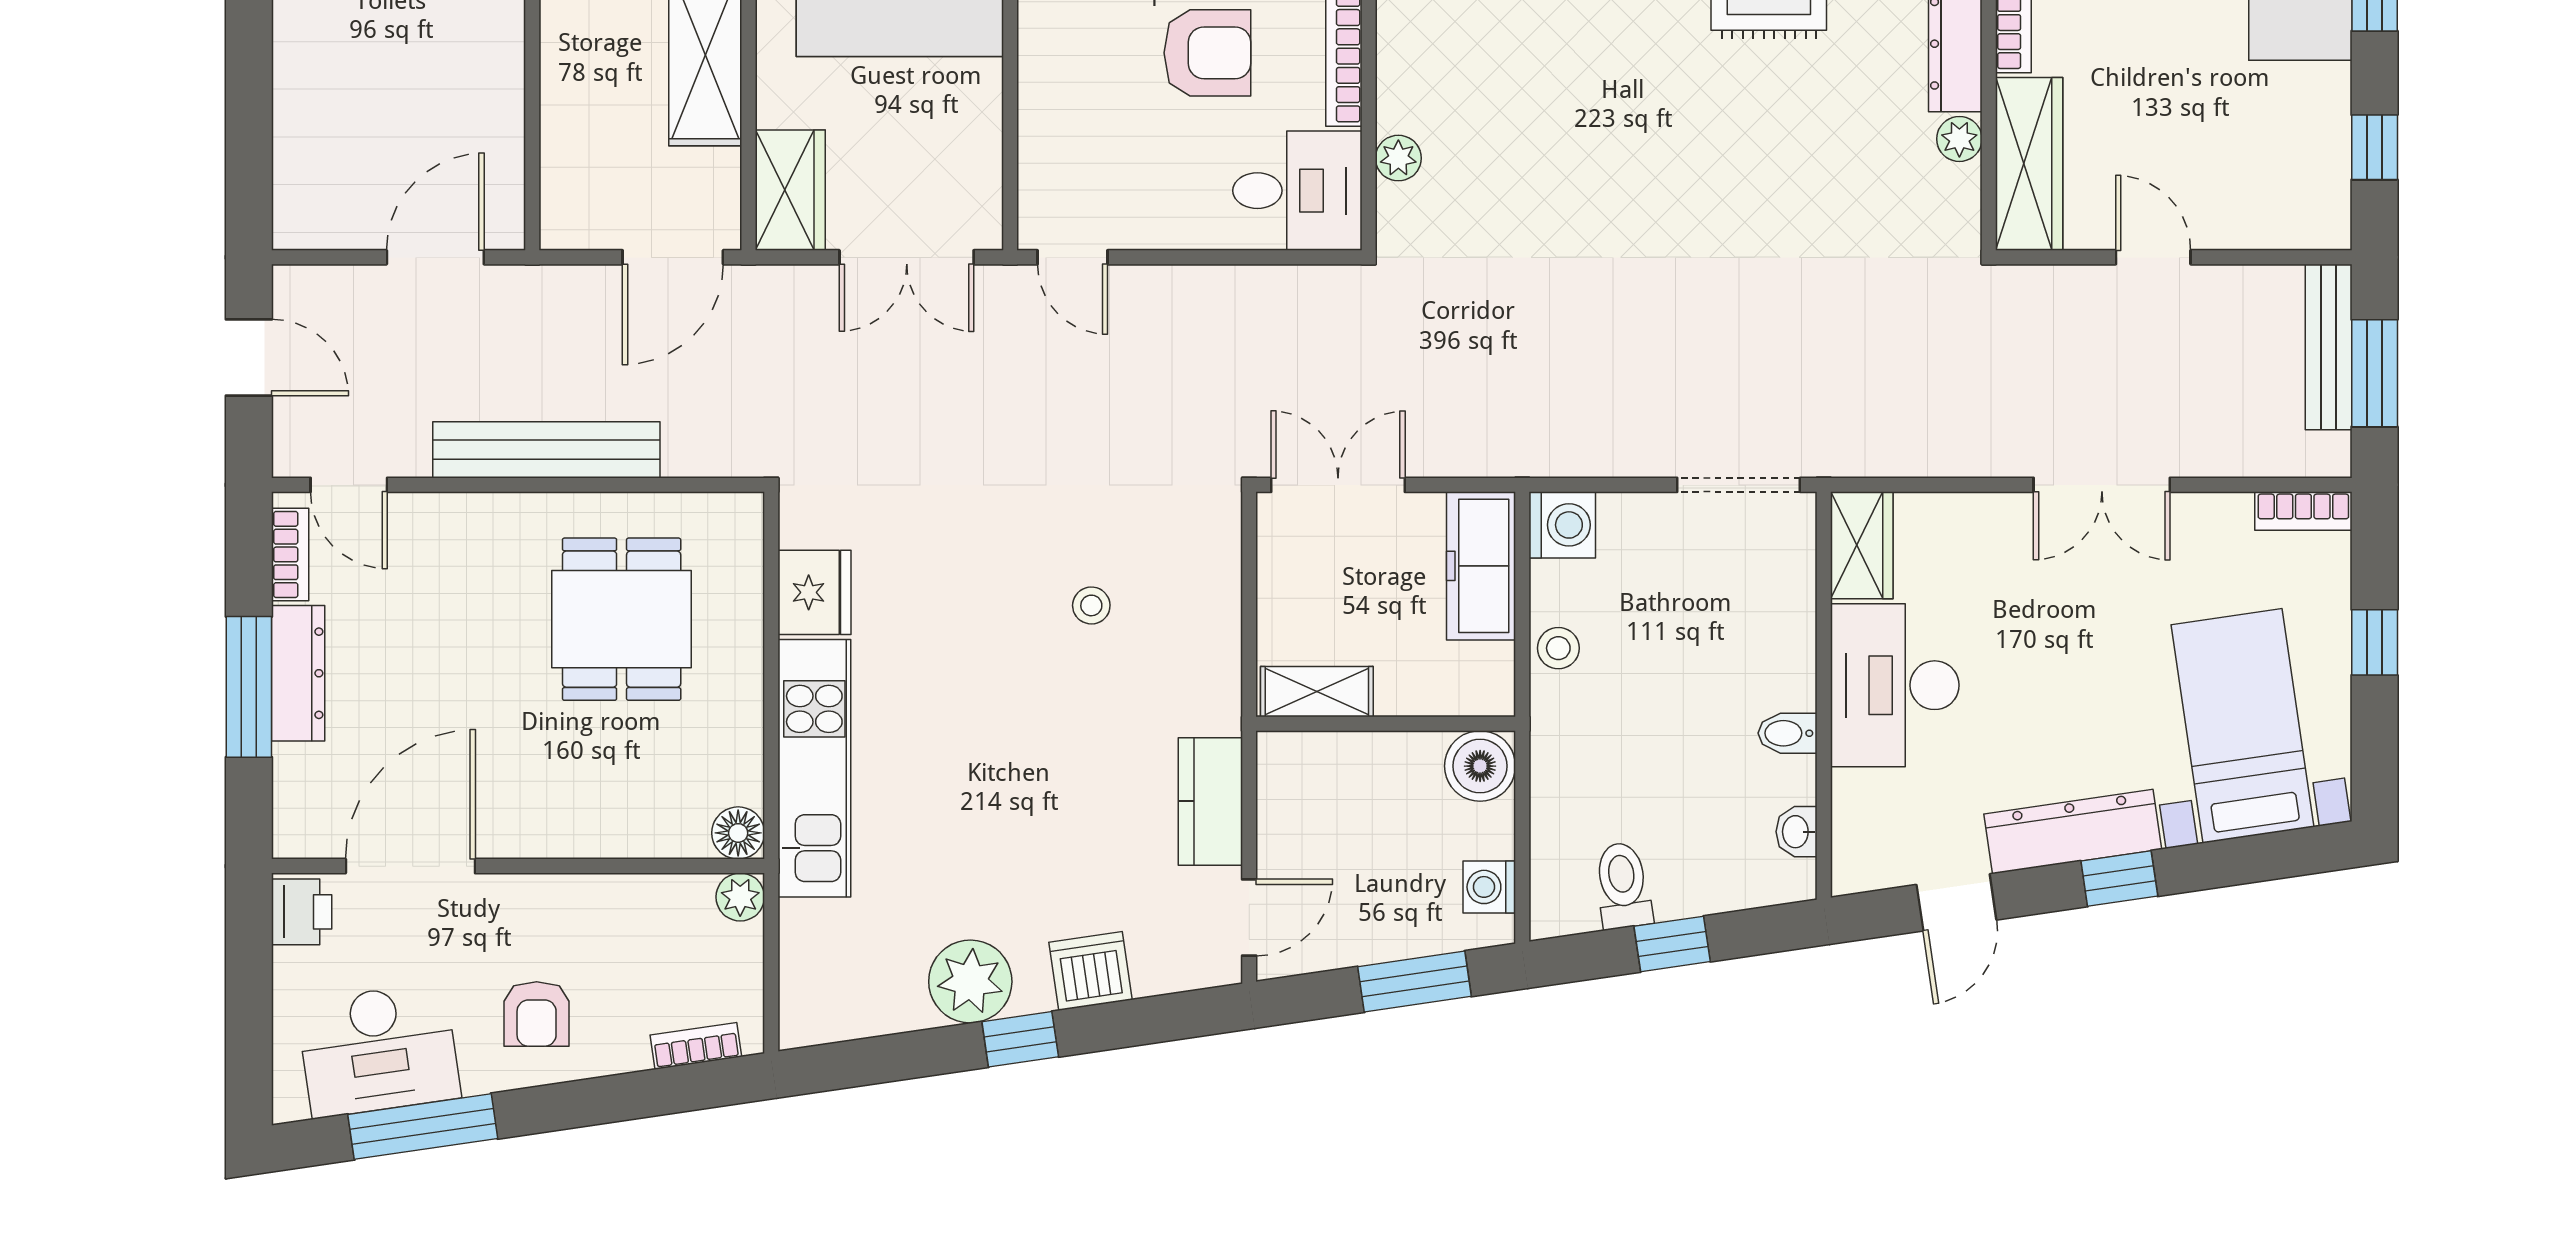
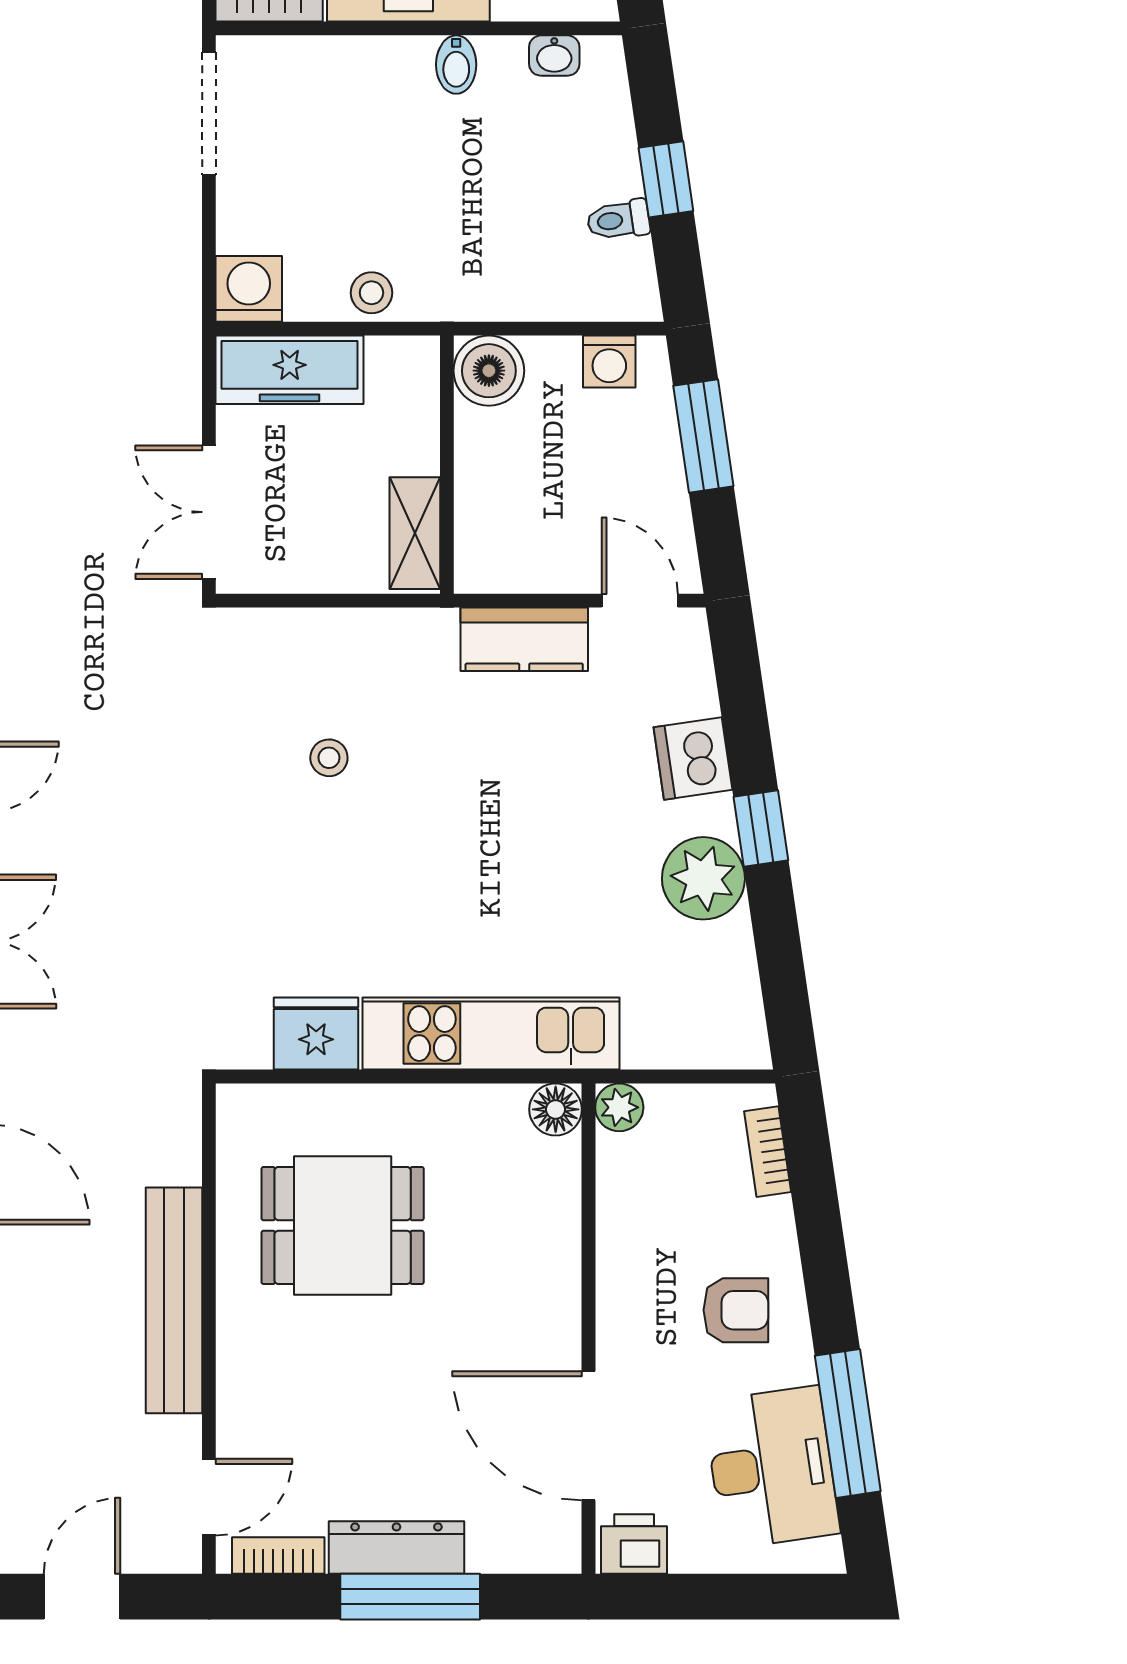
toilet: (1623, 885) -> (618, 220), width x0.73, depth x0.72

